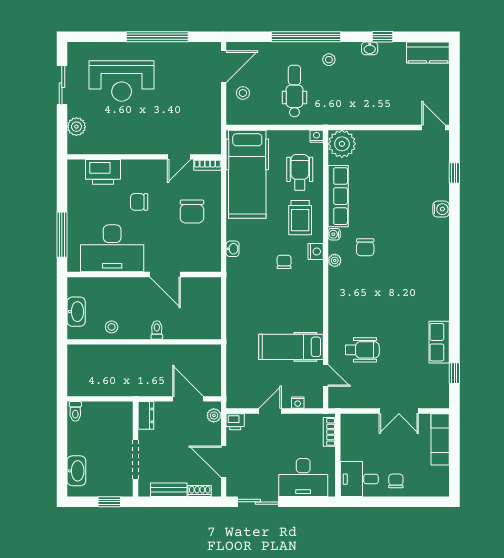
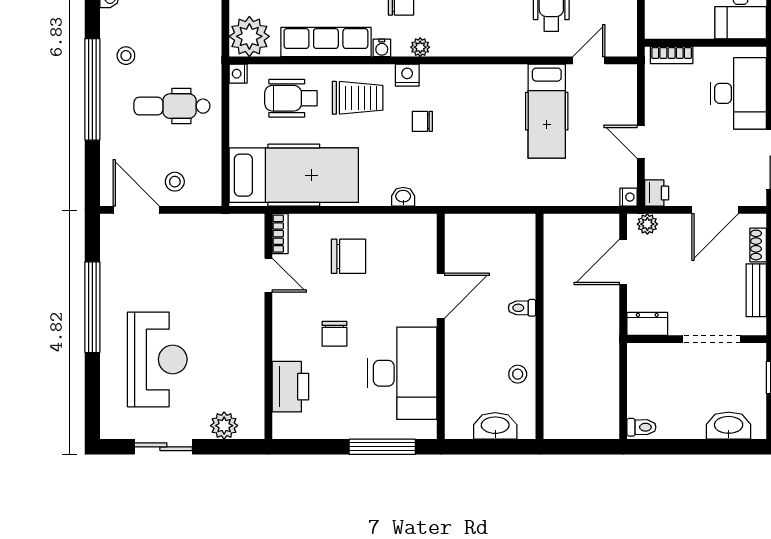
nightstand: (298, 403) -> (629, 197), moved

